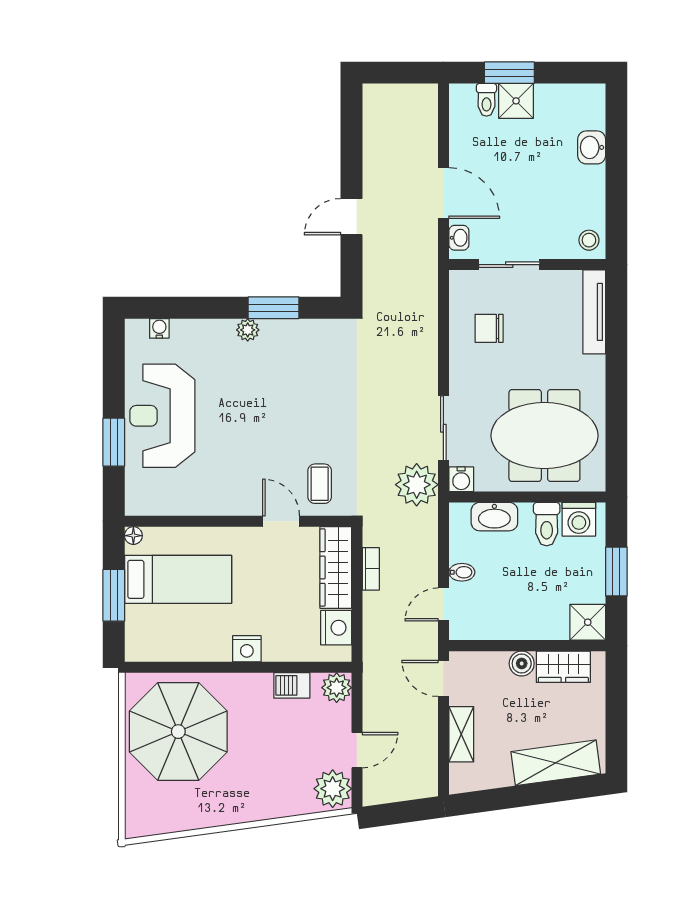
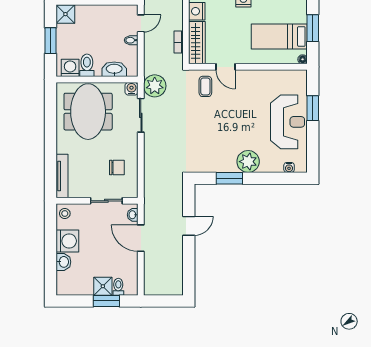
washing machine: (584, 188) -> (67, 241), added
plant: (248, 330) -> (248, 162), width x1.88, depth x1.88
meeting table: (544, 436) -> (88, 112), turned 90

